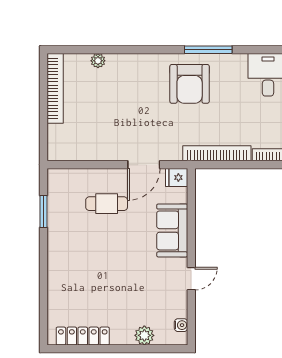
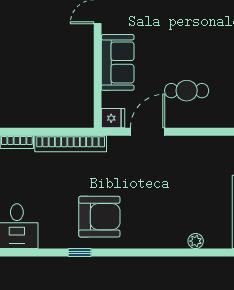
window: (208, 50) -> (80, 252), width x0.46
armchair: (190, 84) -> (99, 217), turned 90

